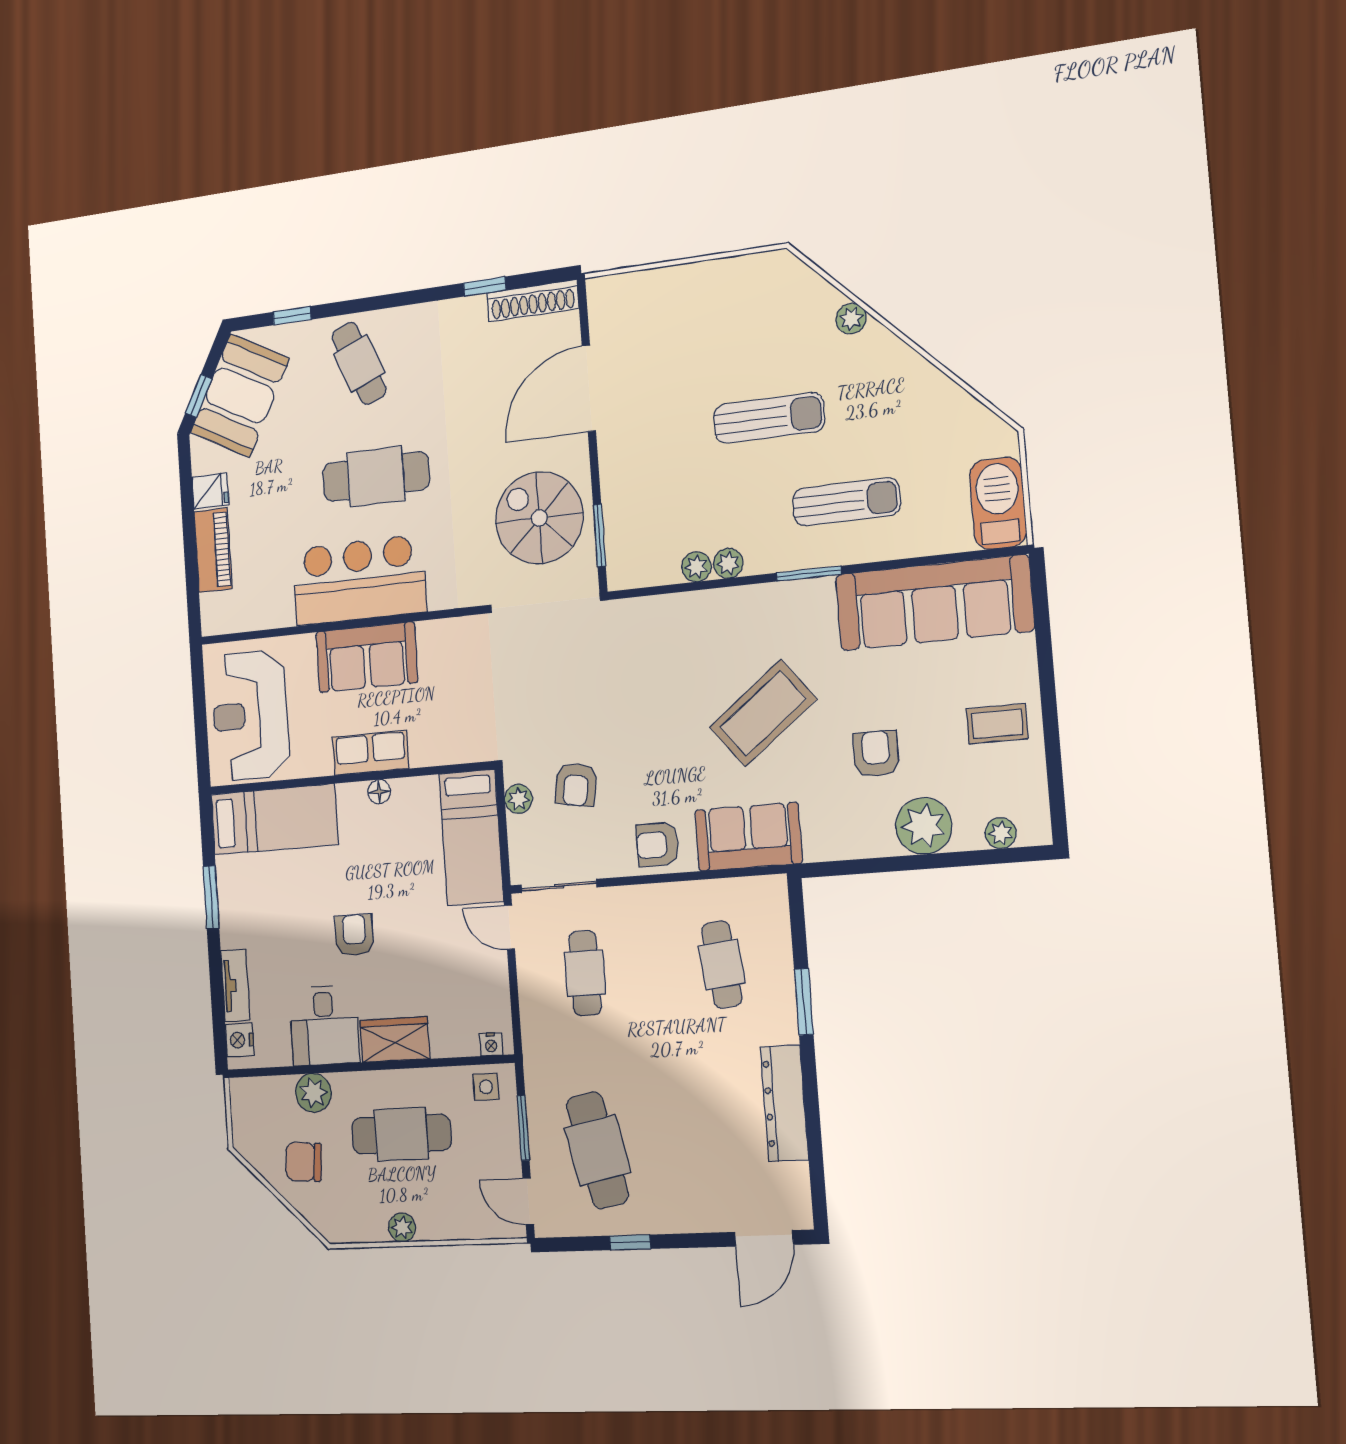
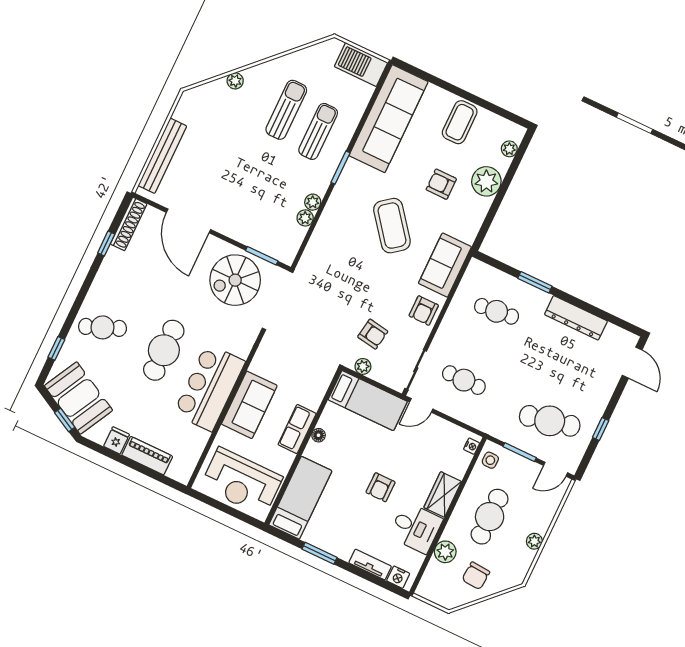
bench: (666, 283) -> (162, 156), added
sun lounger: (769, 418) -> (286, 110), moved
coffee table: (997, 724) -> (460, 122), width x1.36, depth x1.30
armchair: (354, 935) -> (381, 487), turned -90

